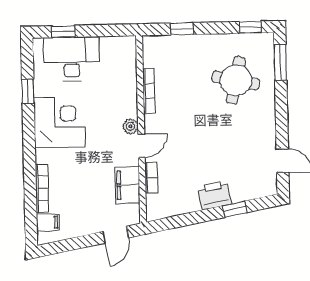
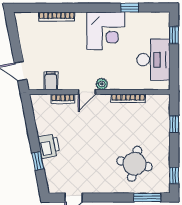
desk: (72, 59) -> (153, 60), moved
door: (142, 146) -> (87, 92), hinge flipped
filing cabinet: (127, 185) -> (51, 81), width x0.50
filing cabinet: (48, 222) -> (31, 21), removed

